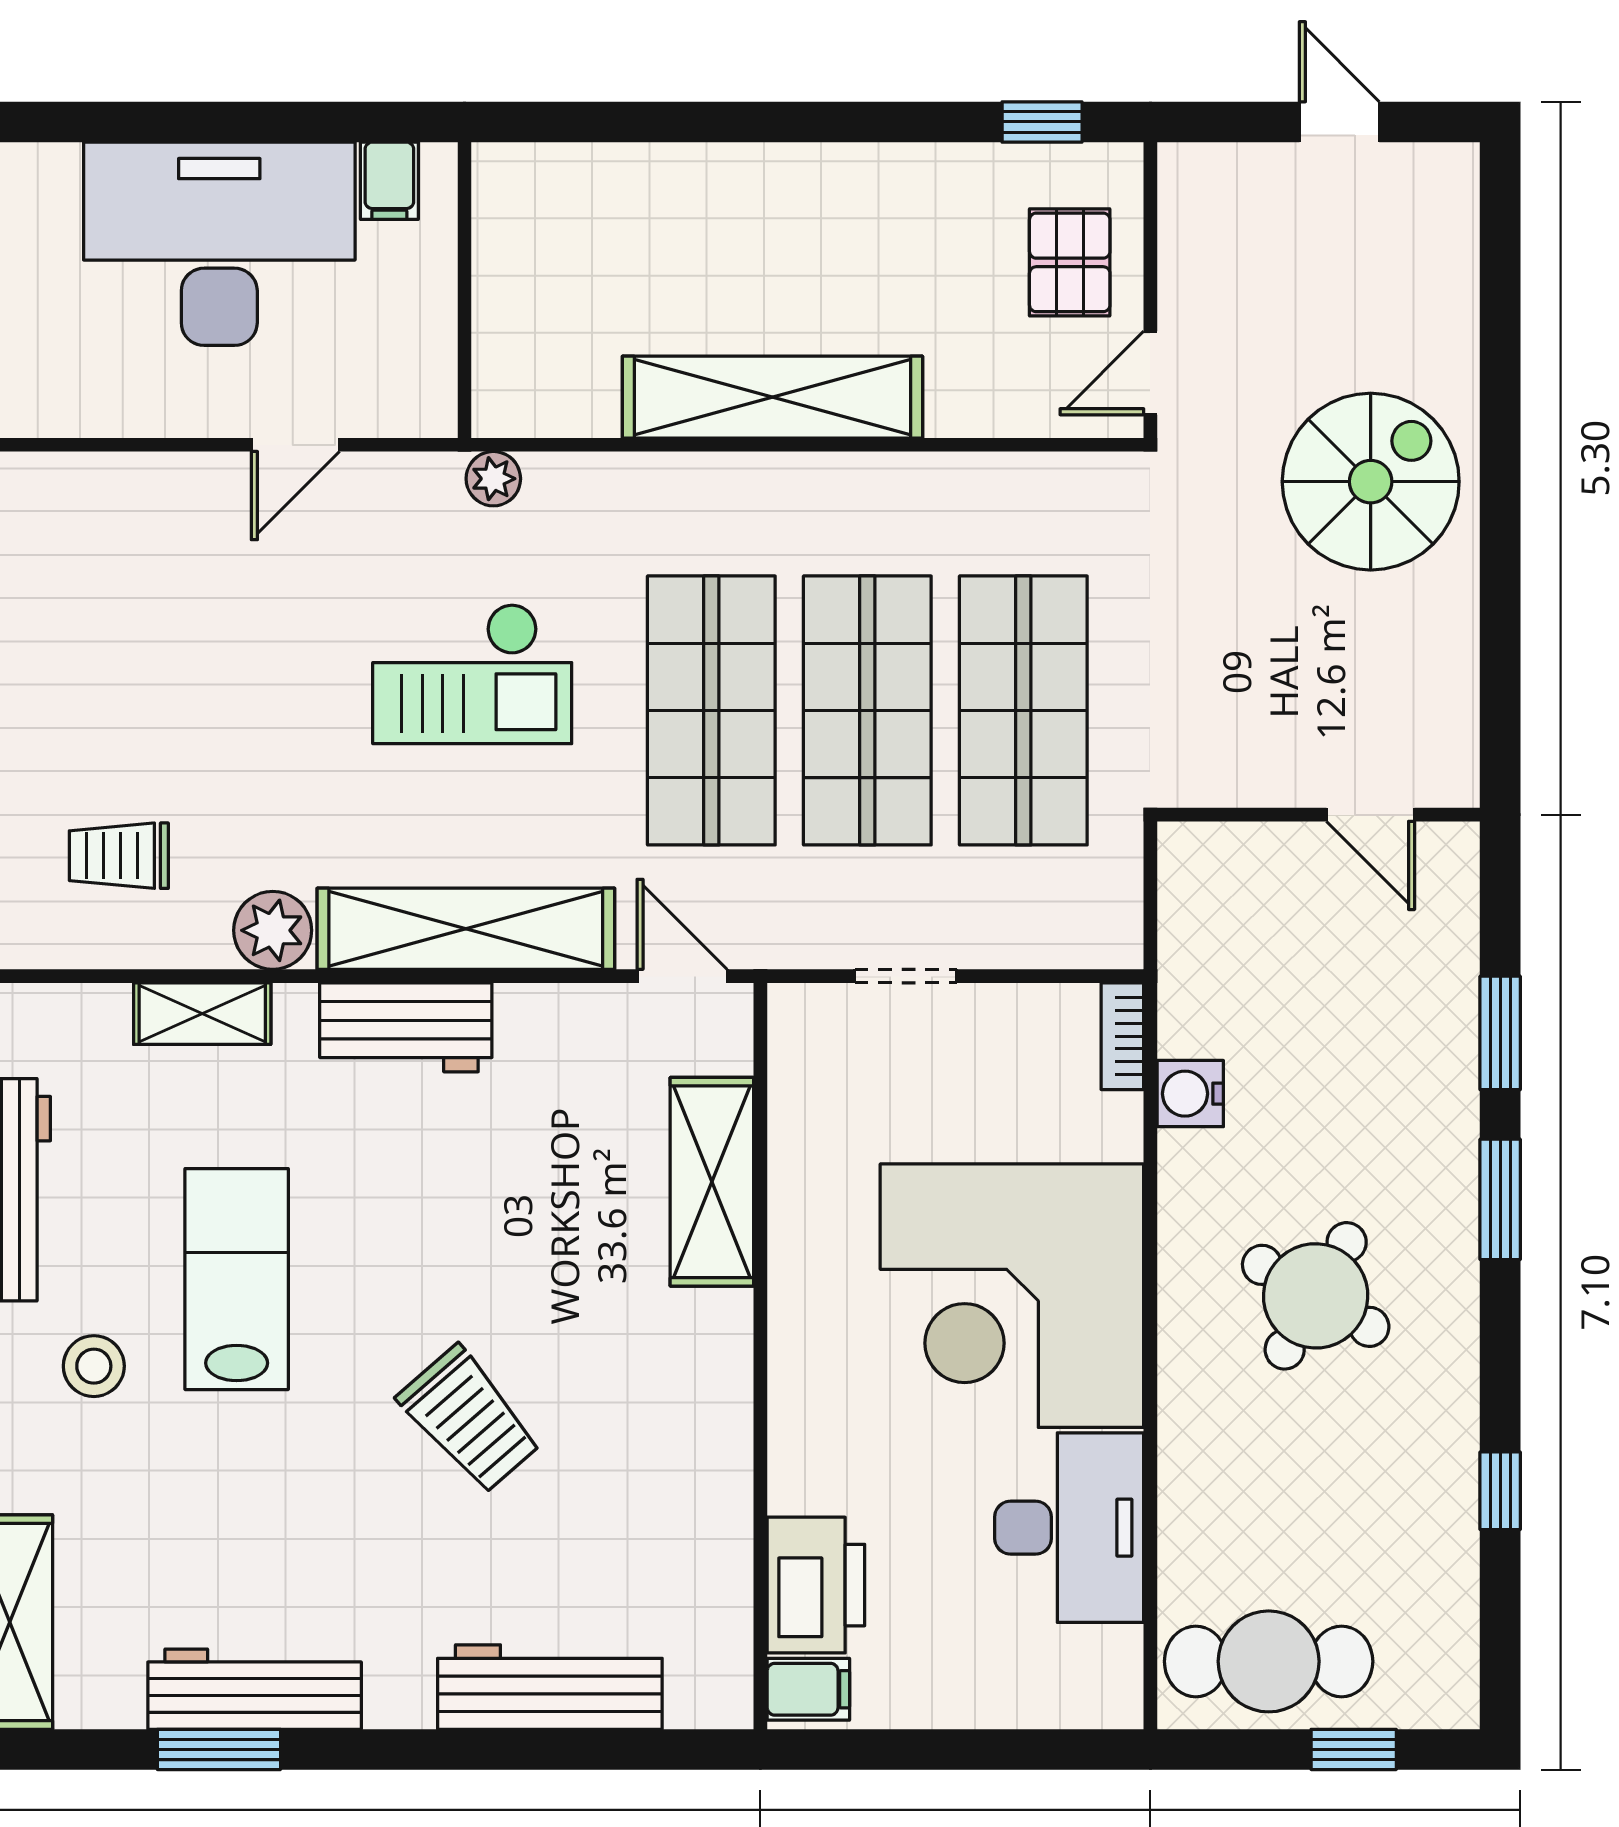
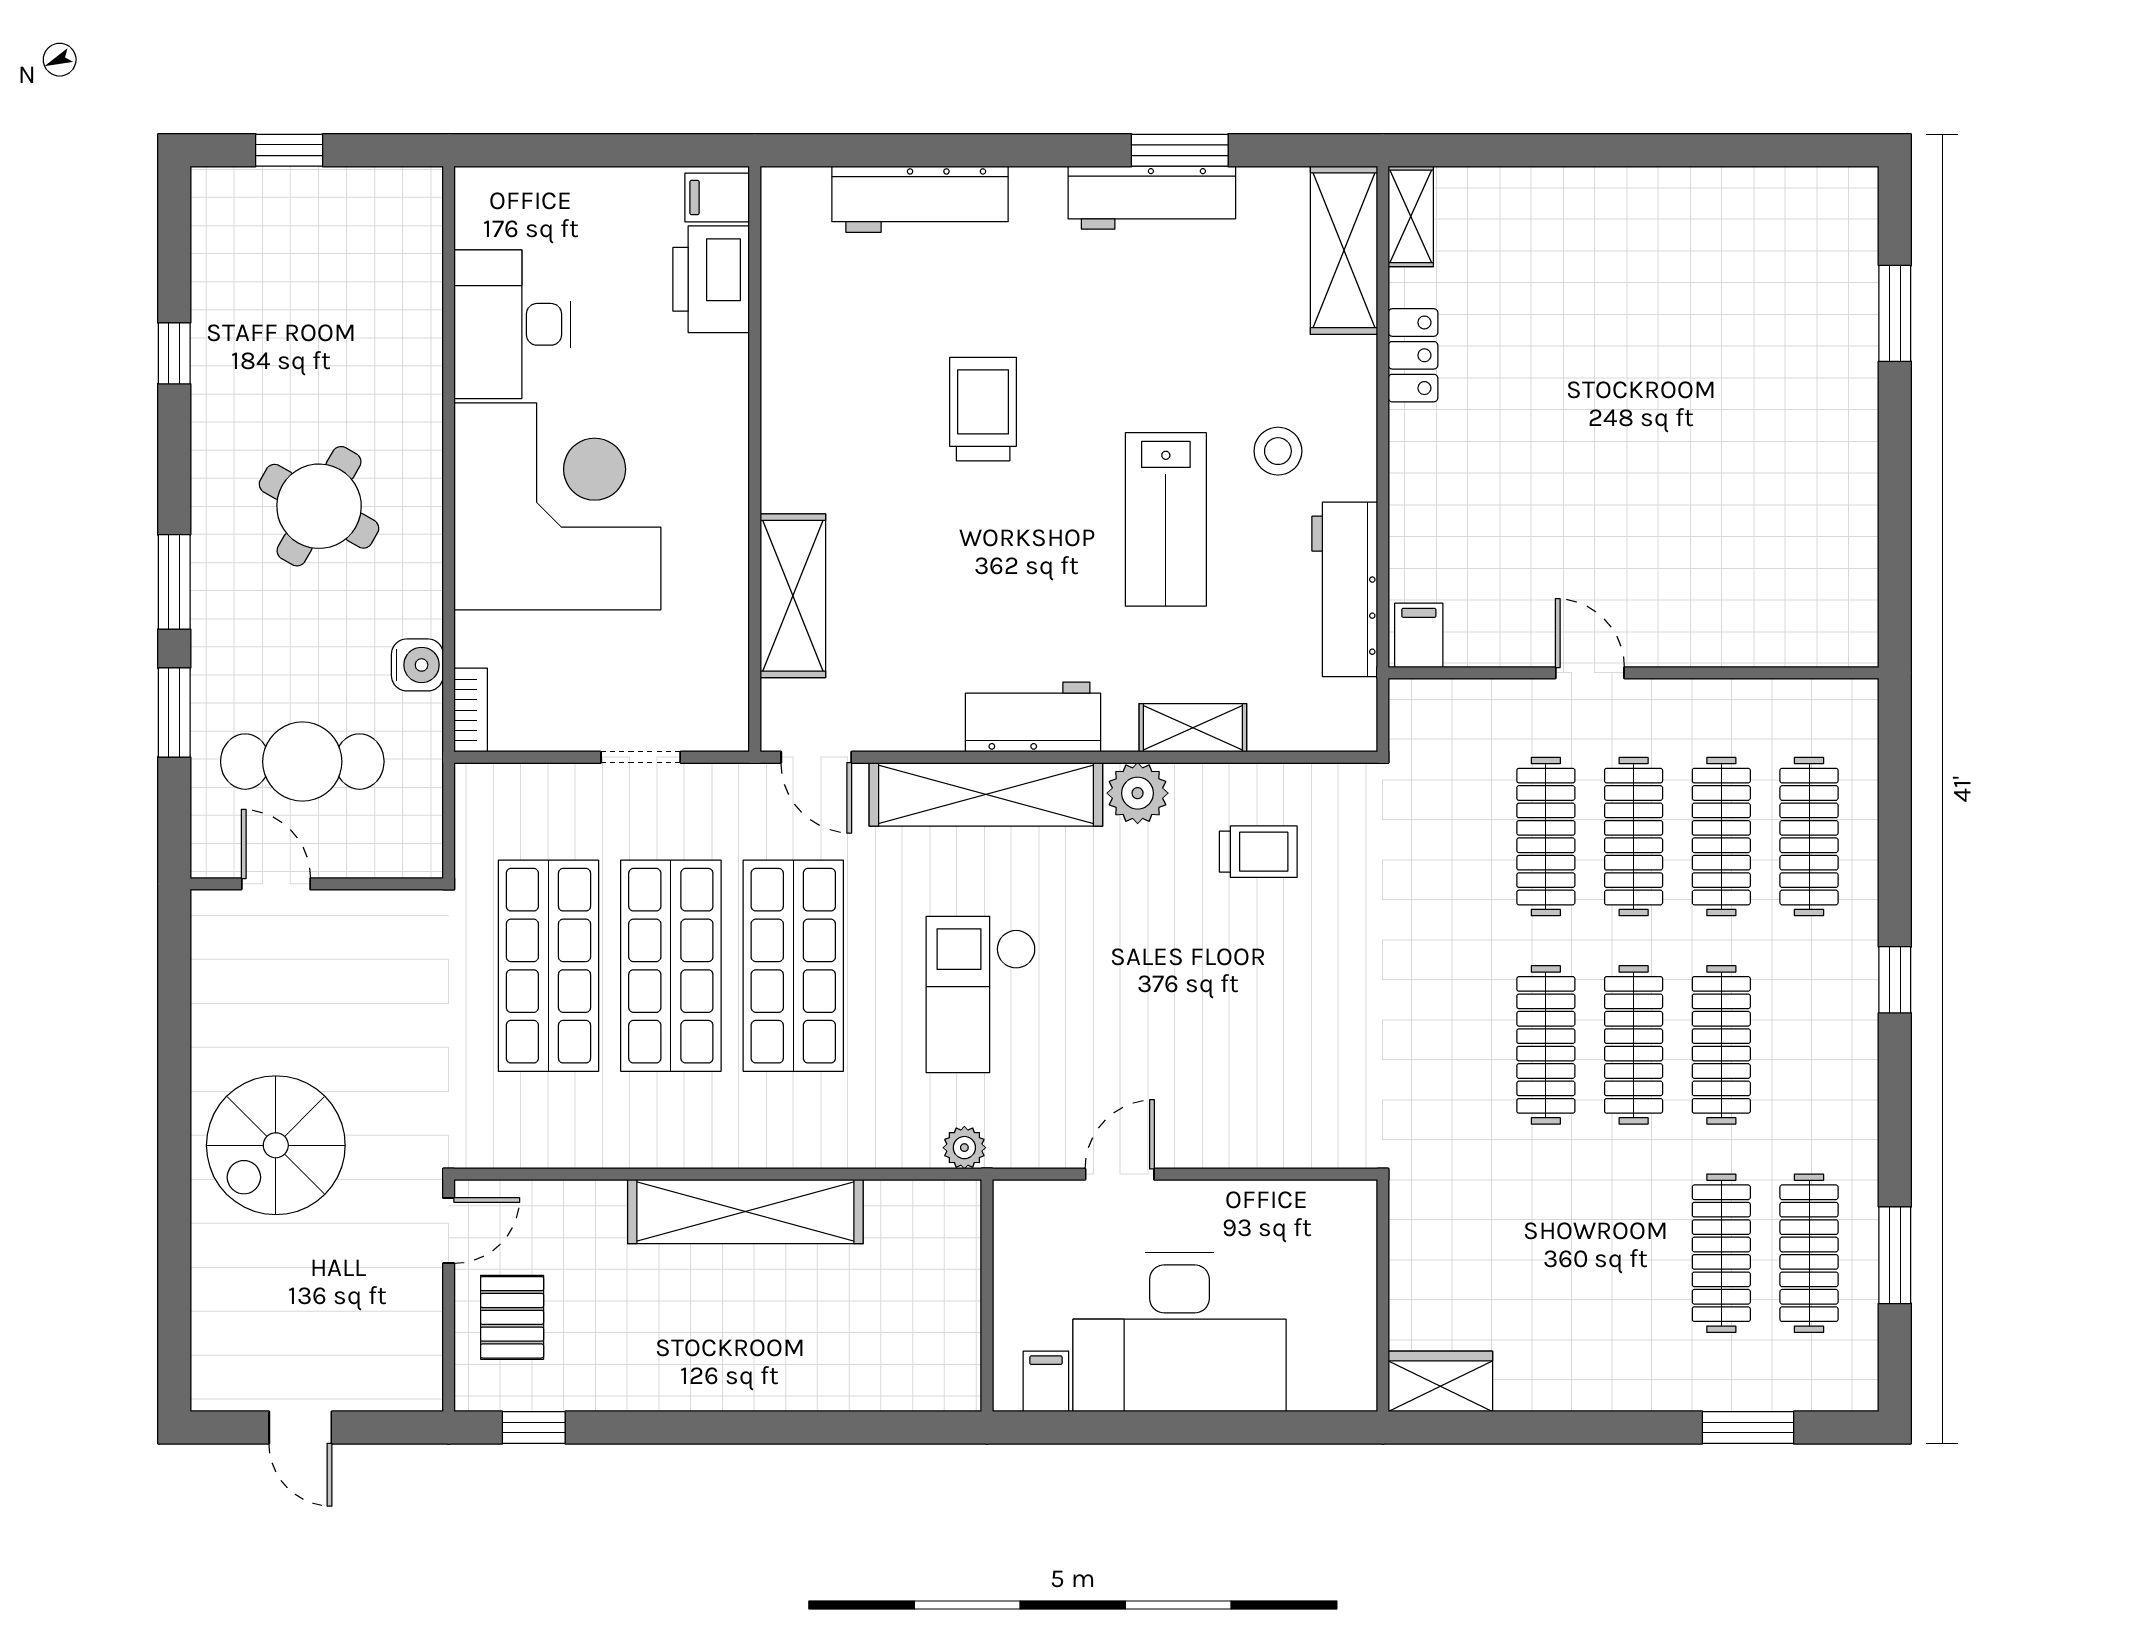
checkout: (472, 674) -> (981, 994), turned -90
trolley: (470, 1420) -> (983, 409), turned 41
cafe table: (1269, 1661) -> (302, 762), moved

